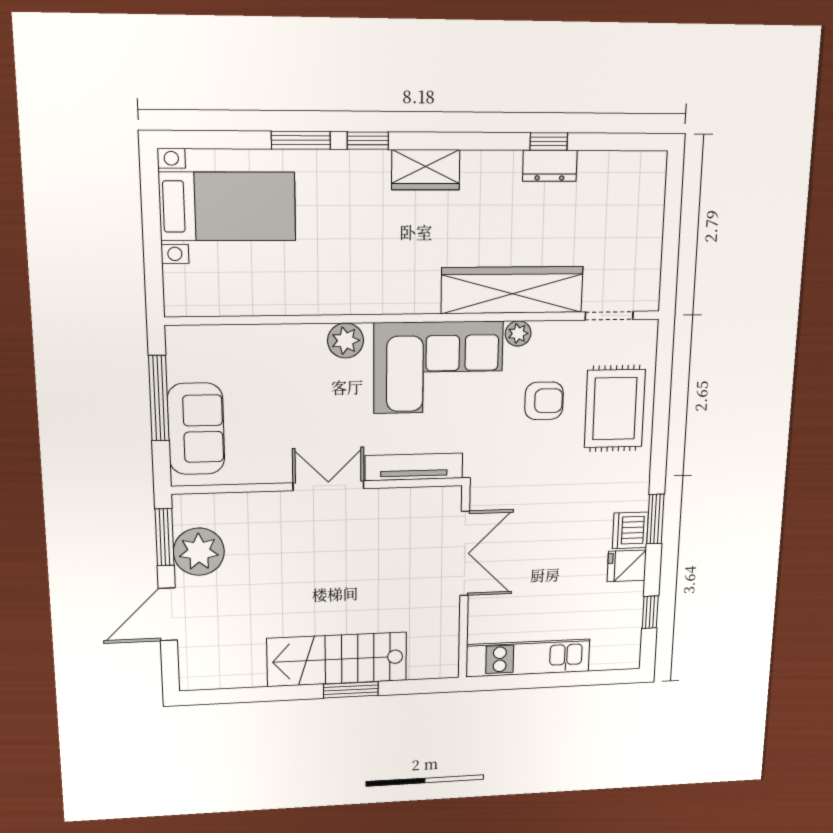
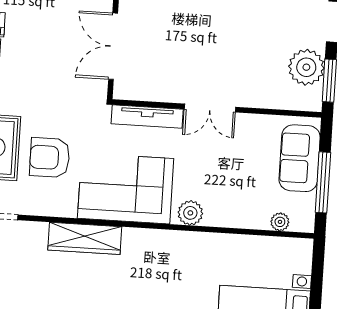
wardrobe: (512, 290) -> (85, 238), width x0.71, depth x0.85
plant: (518, 333) -> (280, 222), moved
armchair: (544, 401) -> (50, 158), width x1.38, depth x1.38

